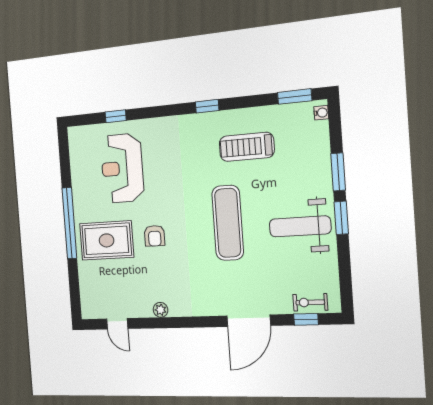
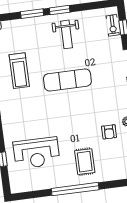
weight bench: (300, 226) -> (66, 34), width x0.73, depth x0.75
armchair: (155, 236) -> (109, 132), moved, turned 90
rug: (107, 240) -> (85, 162), width x0.73, depth x0.70

